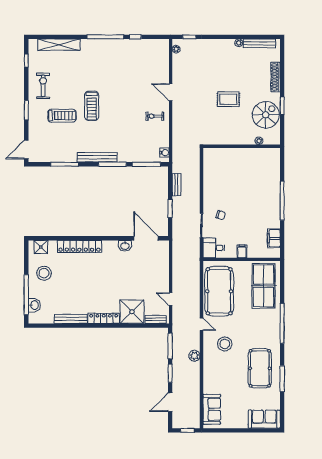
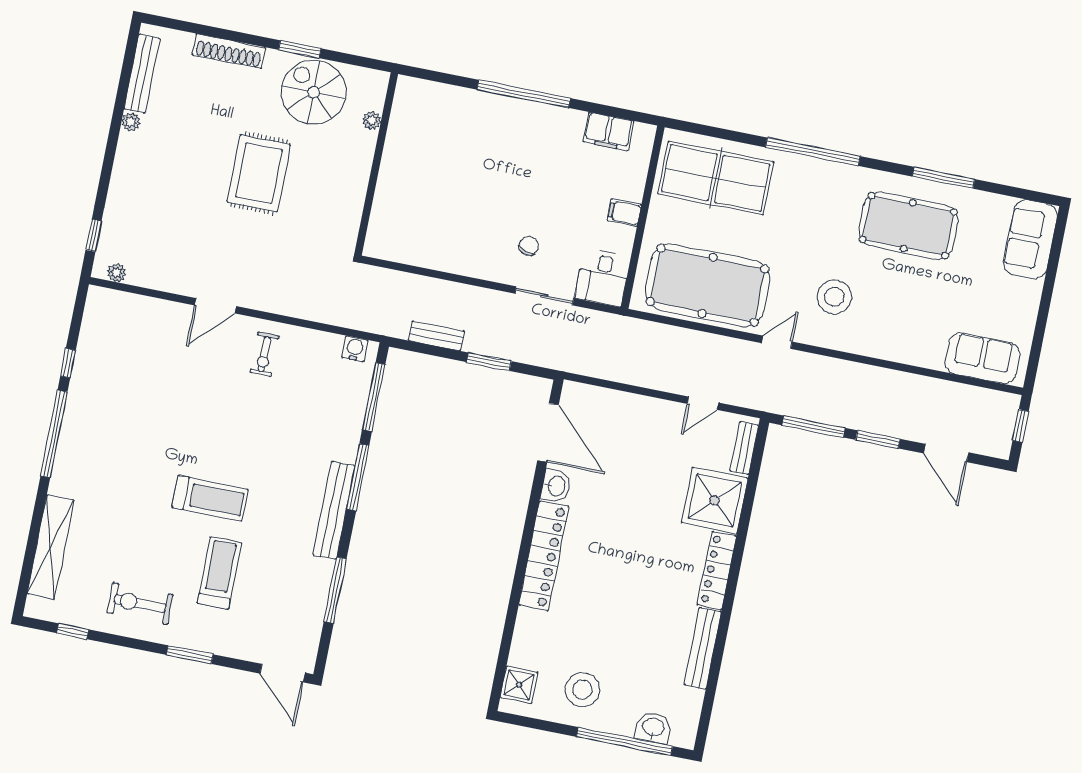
rug: (228, 99) -> (259, 173), width x1.36, depth x1.43
door: (146, 238) -> (548, 433), swing flipped
locker: (79, 247) -> (544, 556), moved
plant: (194, 356) -> (848, 374), removed

